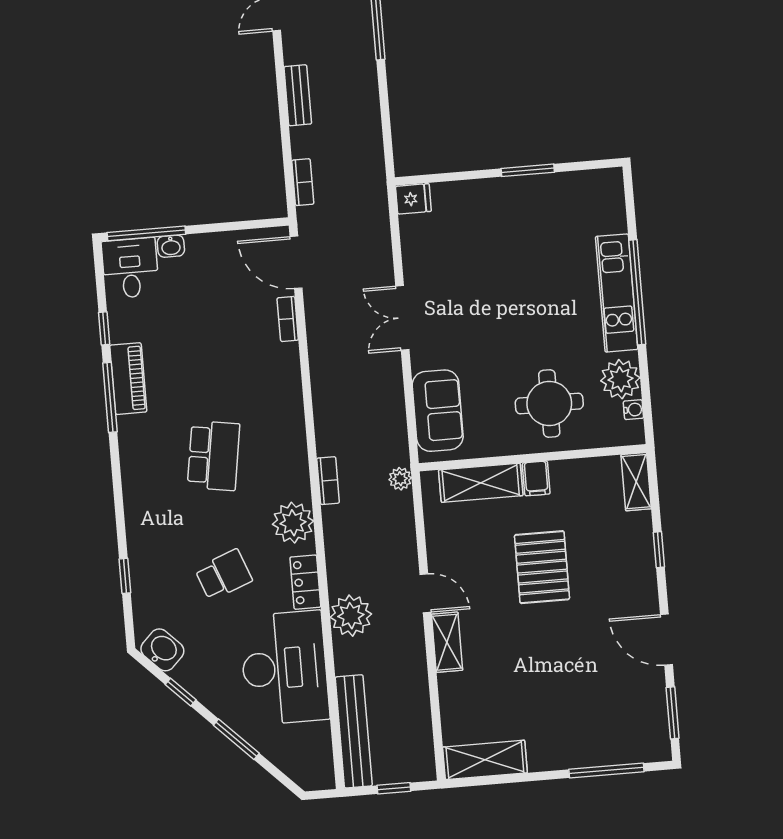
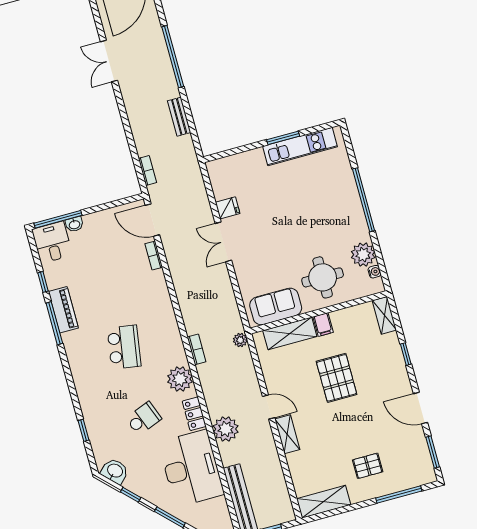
bench: (298, 95) -> (179, 117), moved
fridge: (413, 199) -> (228, 208), moved
kitchen unit: (617, 293) -> (300, 146), moved, turned -90
sofa: (438, 411) -> (276, 306), moved, turned -90
pallet: (565, 716) -> (368, 466), added

